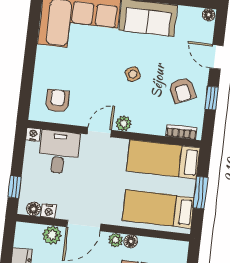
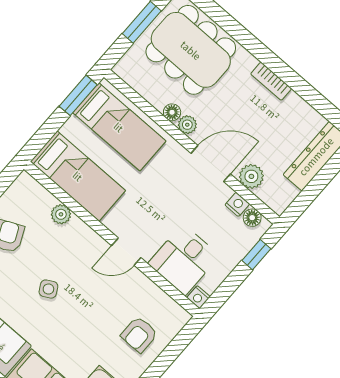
armchair: (57, 101) -> (139, 335), moved
plant: (123, 123) -> (61, 214), moved
bookcase: (181, 132) -> (39, 192), removed
window: (201, 193) -> (78, 95), moved

